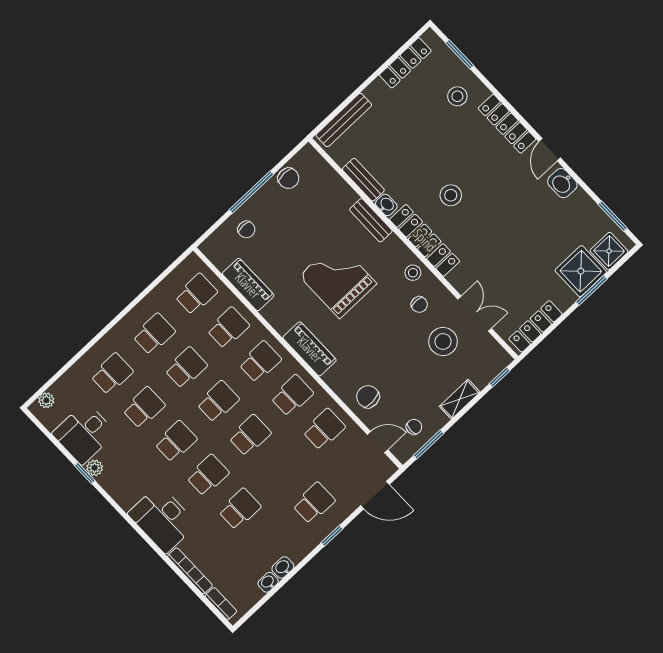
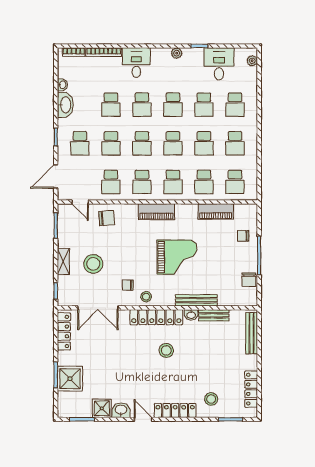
chair: (288, 178) -> (249, 280), turned -90
bench: (371, 220) -> (196, 300), width x1.36
shower: (609, 251) -> (102, 408), moved
double door: (475, 314) -> (98, 308), width x1.37
stool: (443, 342) -> (93, 264), moved
chair: (414, 427) -> (71, 227), removed
door: (378, 442) -> (80, 202), hinge flipped
plant: (95, 468) -> (177, 53), moved
school desk: (282, 469) -> (111, 143), added
desk: (162, 519) -> (136, 63), width x0.73
washbasin: (283, 567) -> (65, 105), width x1.91, depth x1.45

